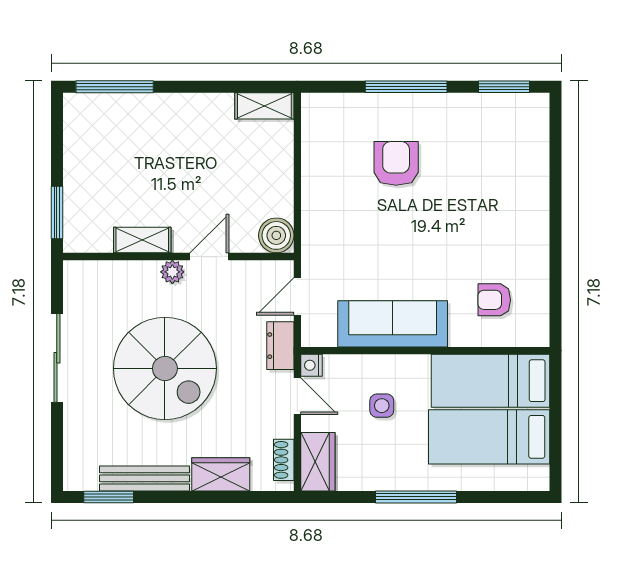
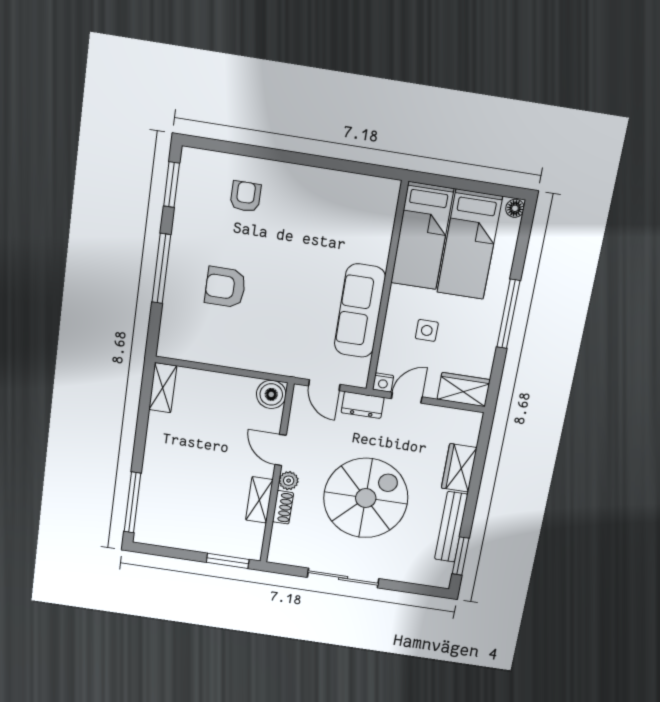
armchair: (494, 300) -> (246, 196), moved, turned 180
shoe rack: (284, 460) -> (283, 507), moved, turned -90
floor lamp: (538, 481) -> (515, 208), added

